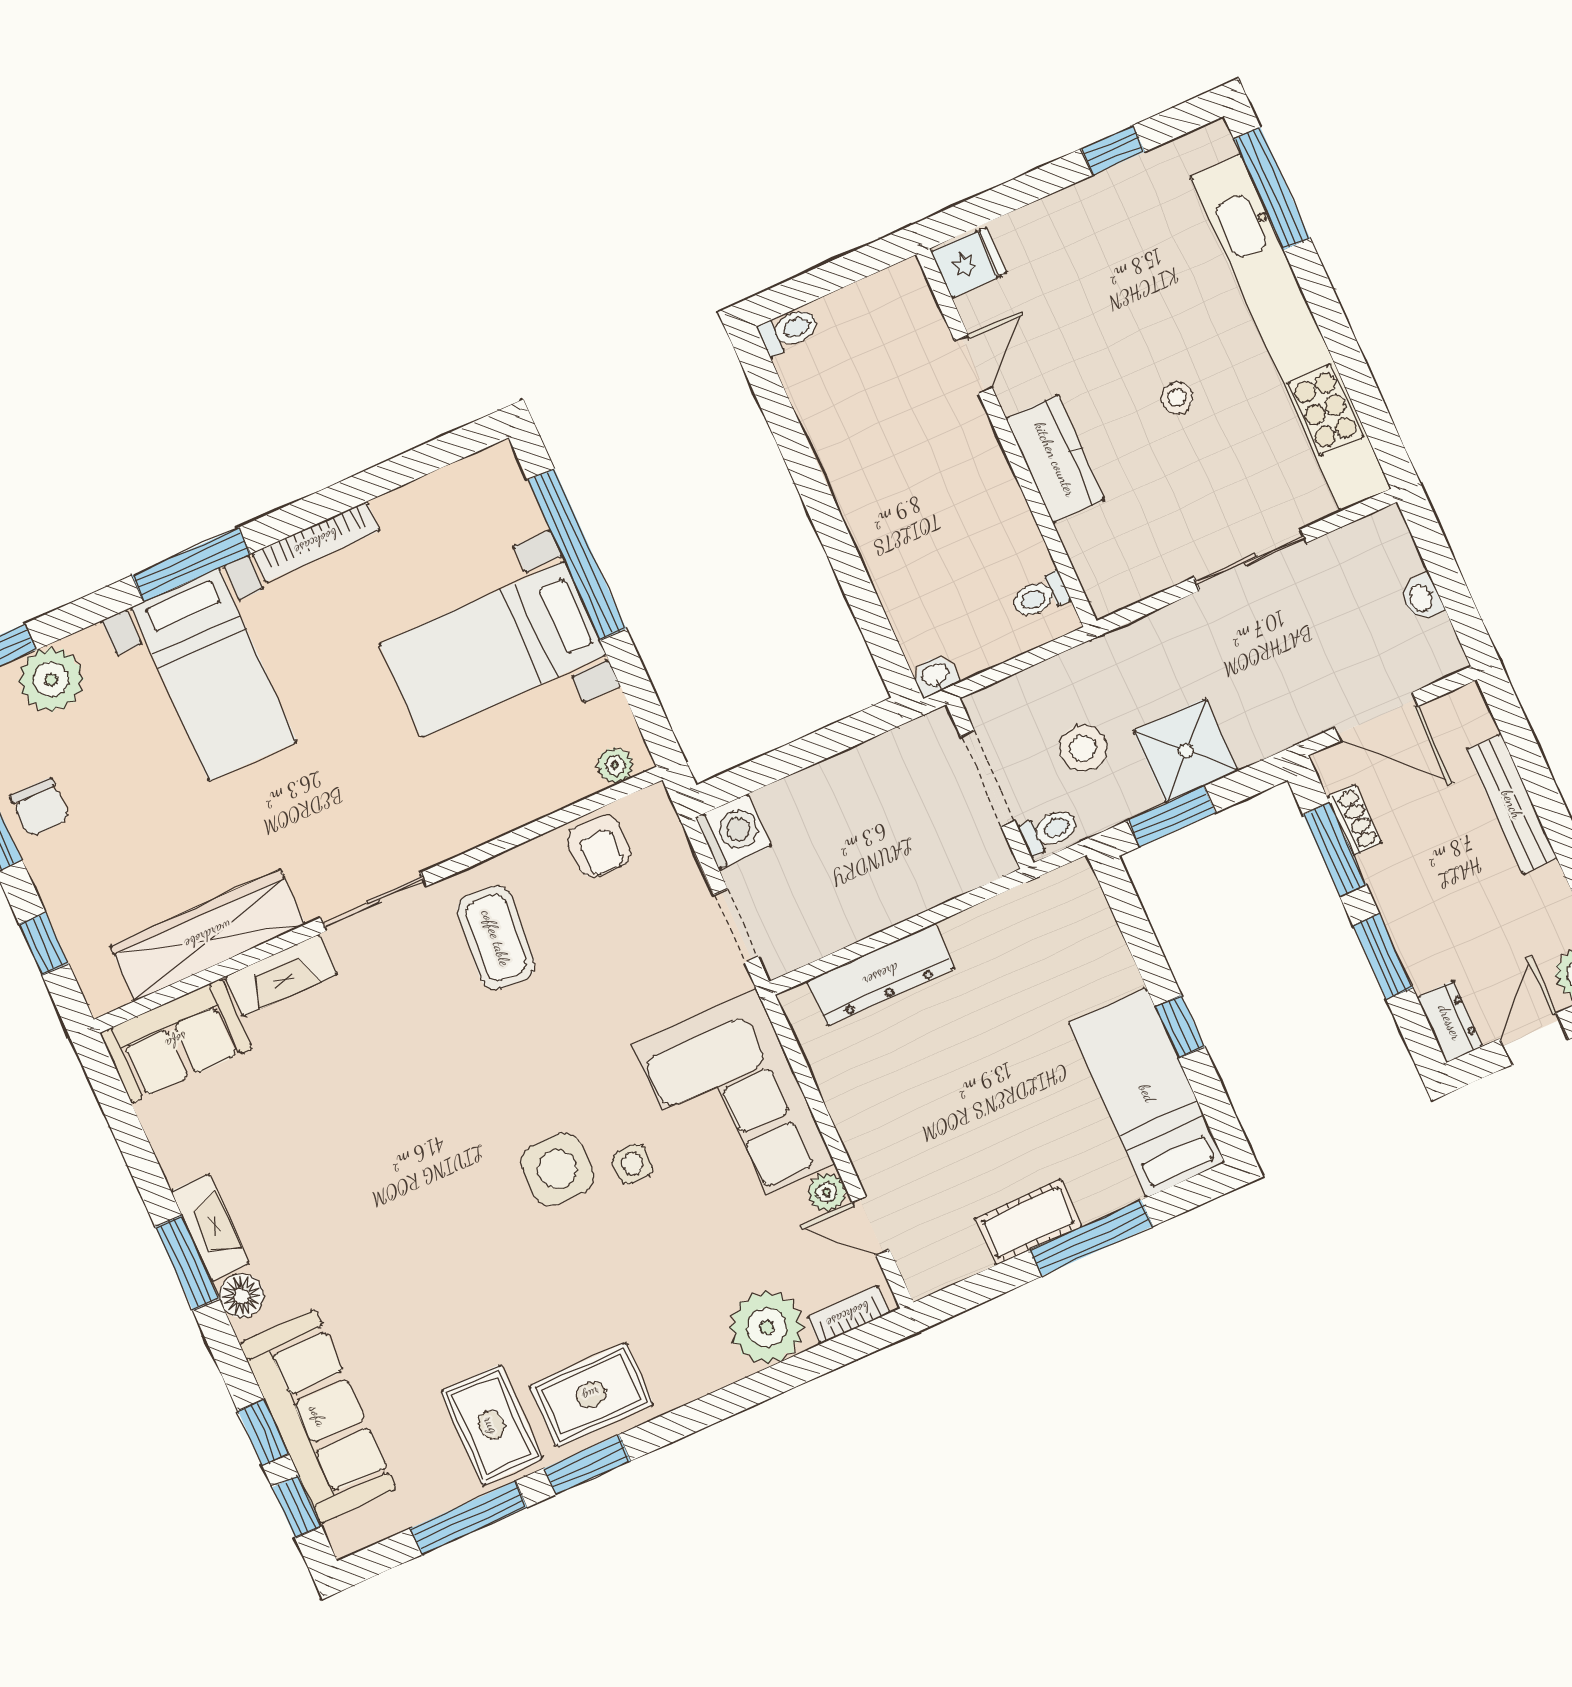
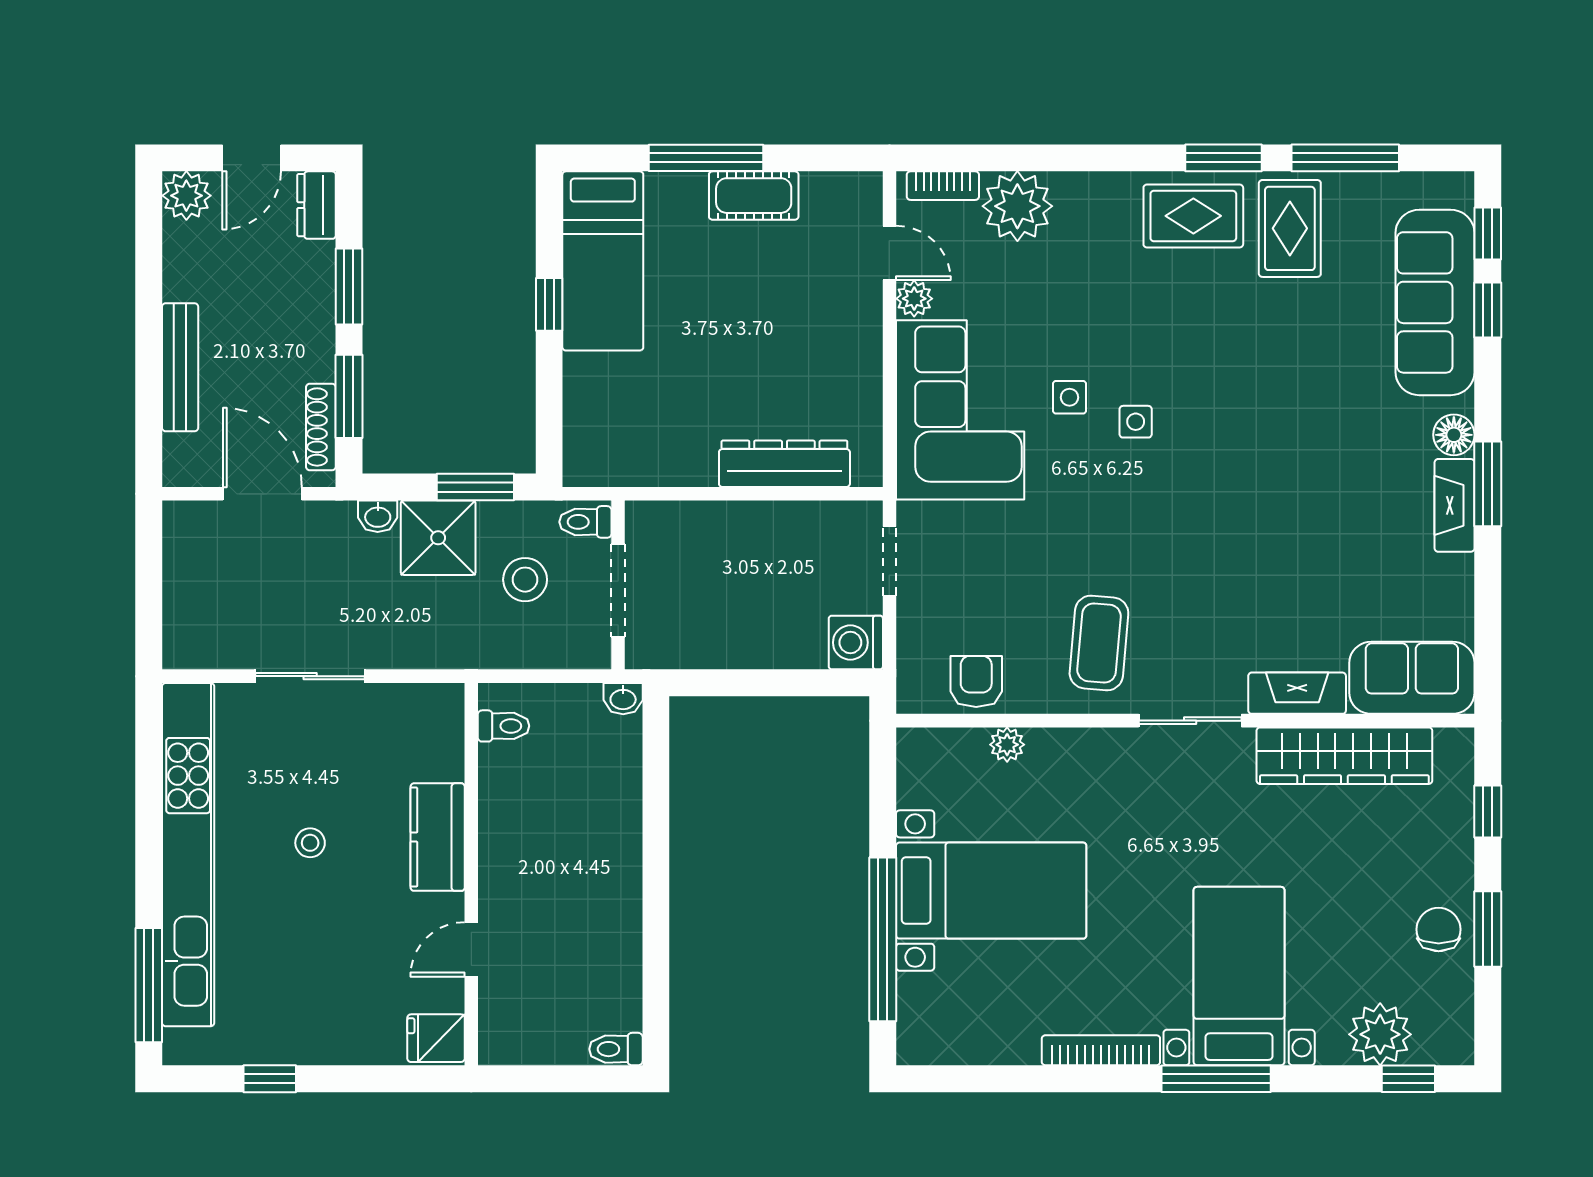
washbasin: (1422, 597) -> (378, 516), moved, turned 90
plant: (615, 765) -> (1007, 745), moved
shoe rack: (1354, 820) -> (321, 427), width x1.43
side table: (557, 1169) -> (1136, 422), width x0.54, depth x0.54

